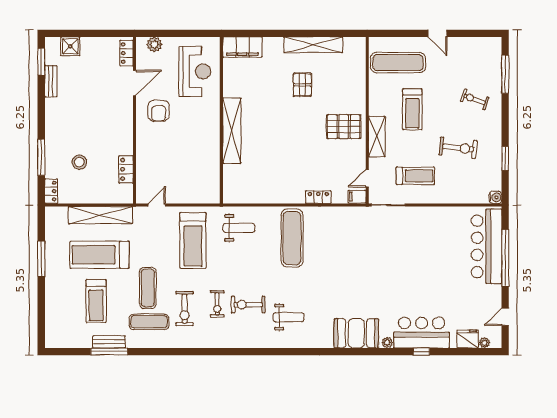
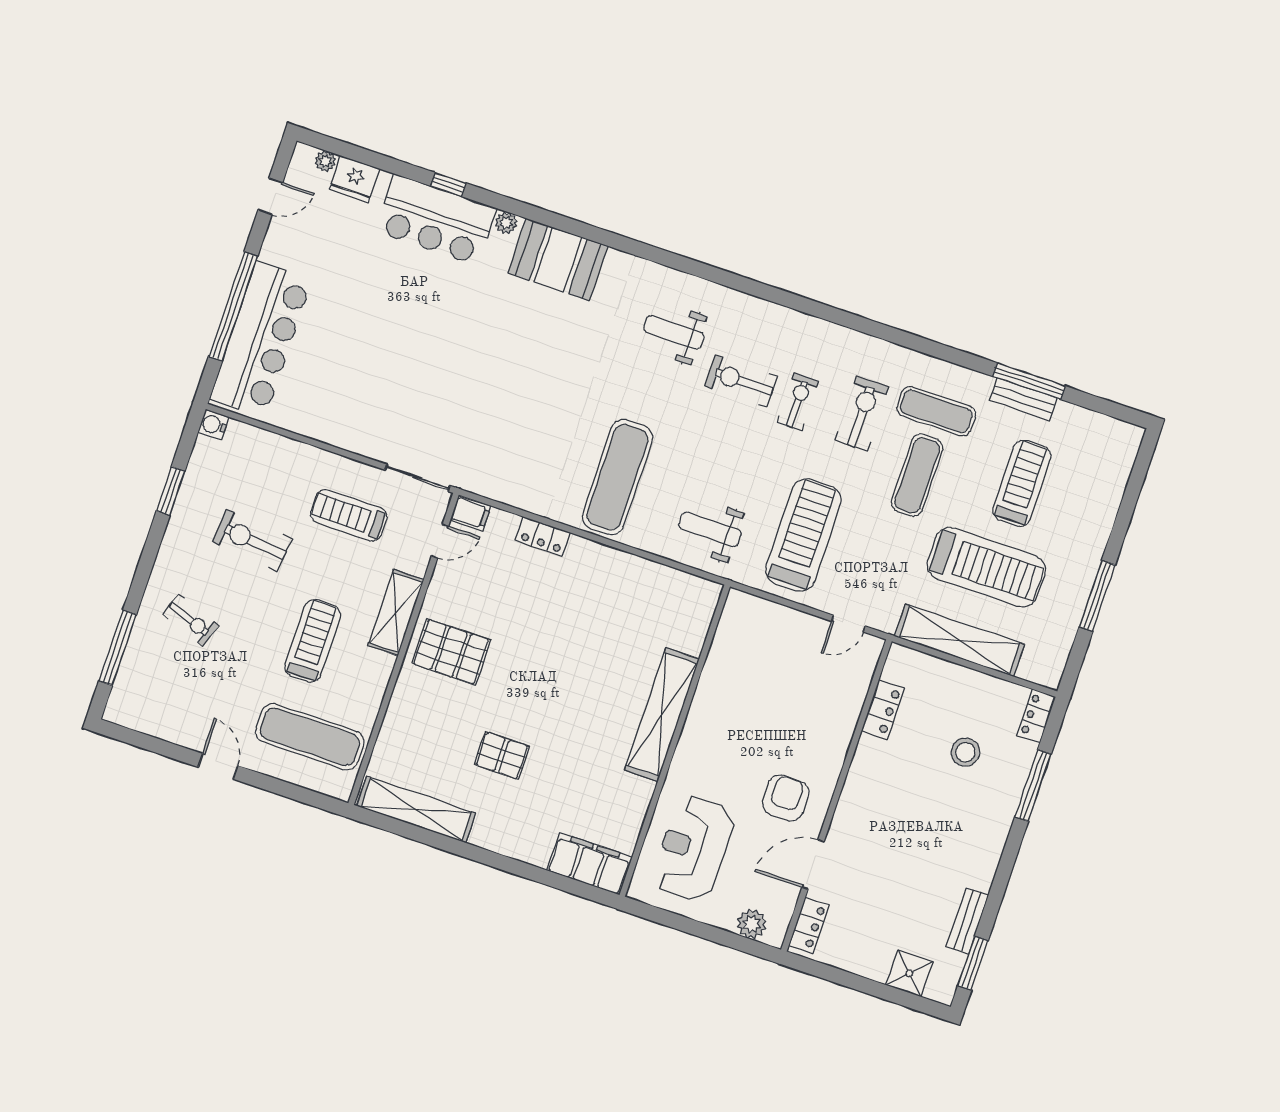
shelving: (313, 45) -> (416, 810), moved
pallet: (302, 85) -> (502, 756), turned 90
exercise bike: (248, 305) -> (741, 381), turned 180

